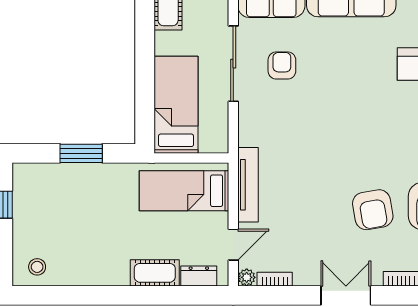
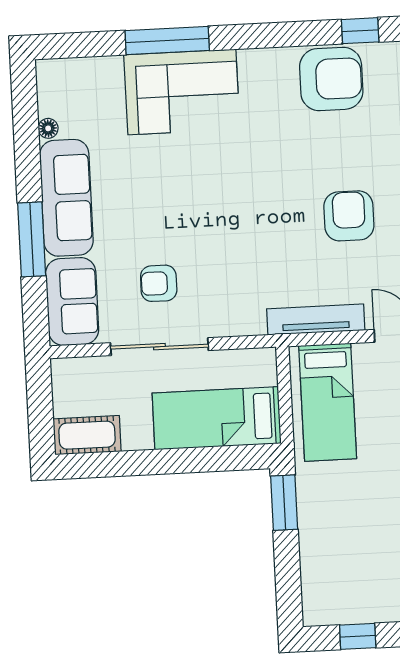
window: (81, 153) -> (284, 503), moved
armchair: (373, 210) -> (349, 216), moved, turned -80

